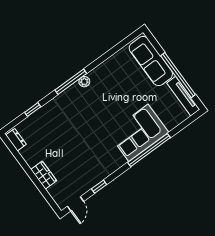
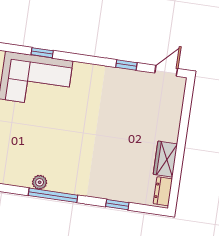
window: (149, 150) -> (42, 53), width x0.32
wardrobe: (44, 175) -> (165, 159), moved

